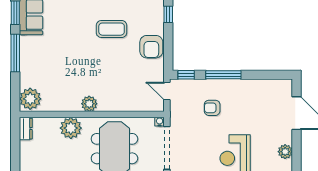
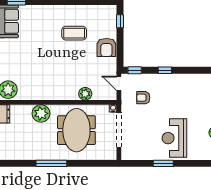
window: (223, 75) -> (165, 70), width x0.46
plant: (89, 104) -> (85, 94), moved
armchair: (212, 108) -> (143, 98), moved

